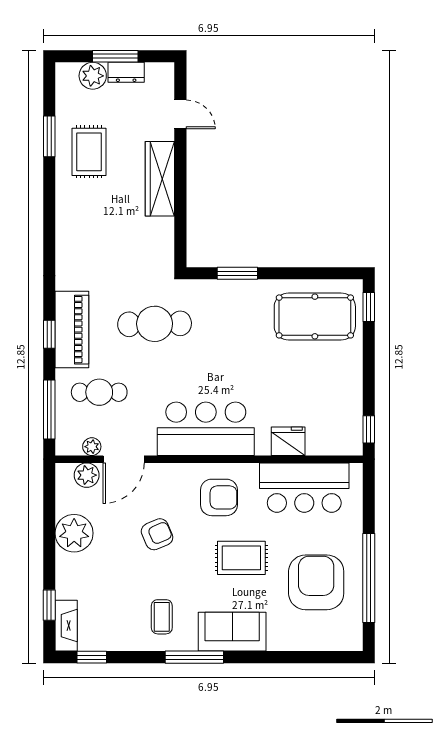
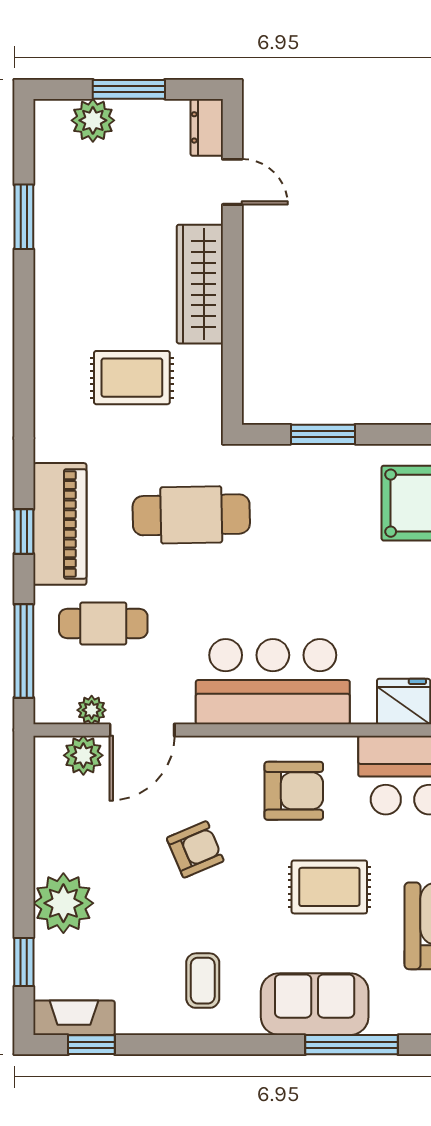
dresser: (126, 72) -> (207, 127), moved, turned 90
rug: (89, 152) -> (132, 378), moved, turned 90
plant: (74, 533) -> (63, 903), moved
fireplace: (66, 626) -> (74, 1018), moved, turned -90
window: (194, 657) -> (352, 1045), moved

